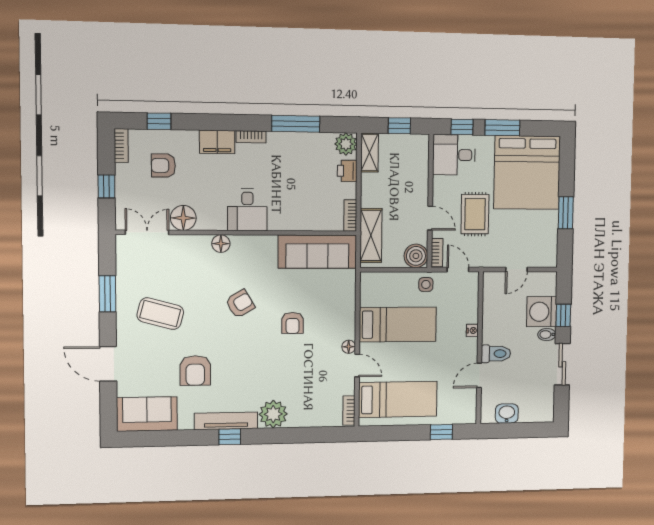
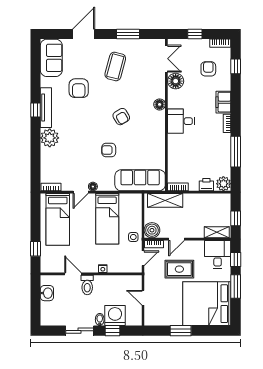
shelving: (370, 153) -> (217, 232), moved
sofa: (317, 252) -> (140, 180), moved, turned 90
armchair: (195, 371) -> (79, 88), turned -90

